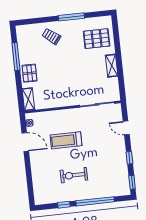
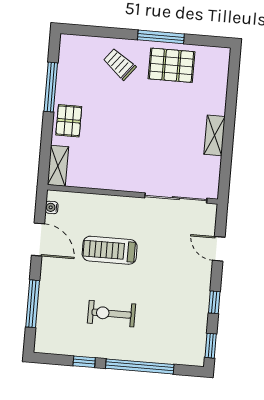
pallet: (97, 39) -> (171, 65), moved
window: (29, 178) -> (33, 304), added

